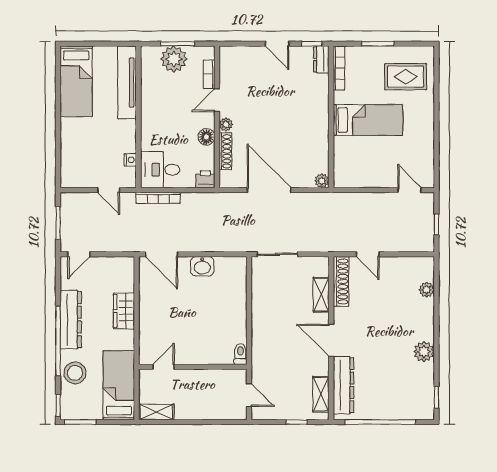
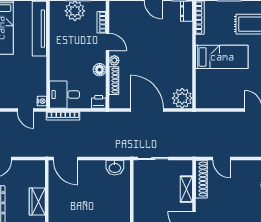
door: (217, 100) -> (107, 42), swing flipped
nightstand: (130, 160) -> (42, 101), moved
plant: (322, 181) -> (182, 98), width x1.87, depth x1.87
washbasin: (202, 266) -> (115, 168), moved

